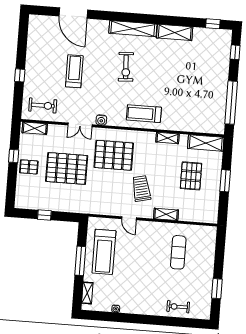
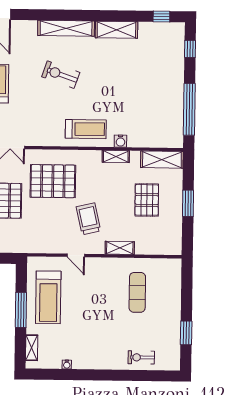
exercise bike: (126, 67) -> (61, 75), turned 112
treadmill: (144, 114) -> (86, 129), turned 180
water cooler: (101, 120) -> (120, 141), moved

